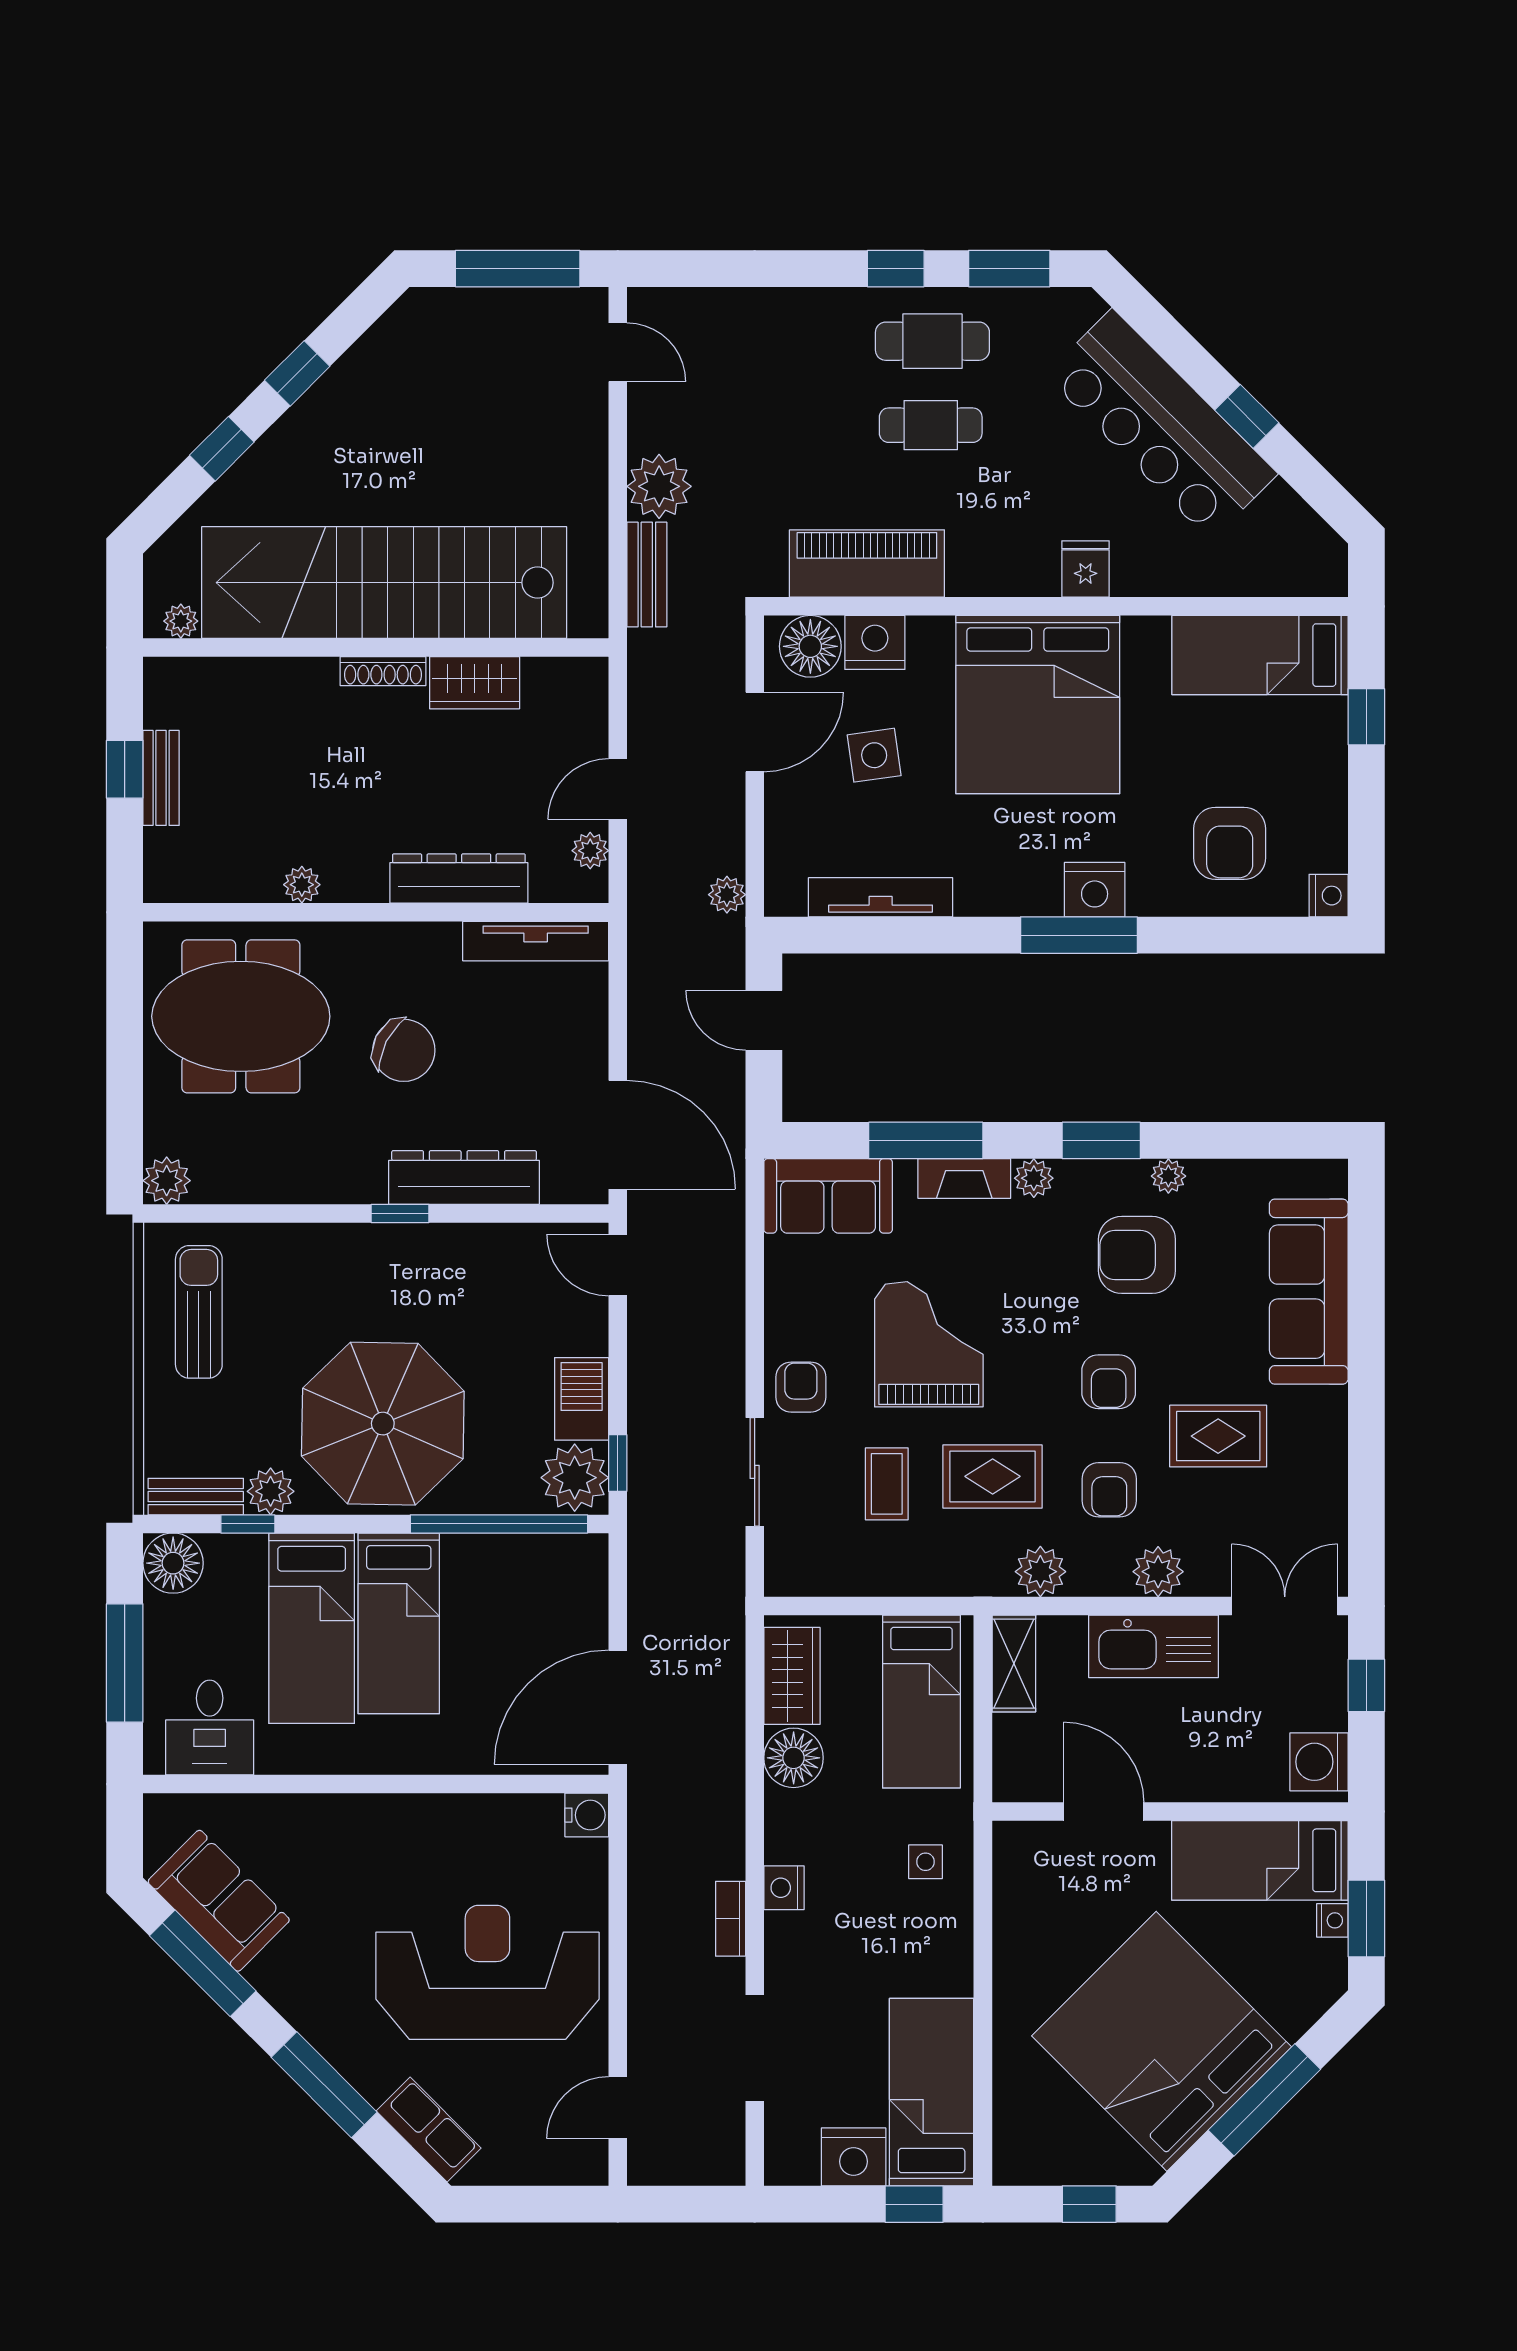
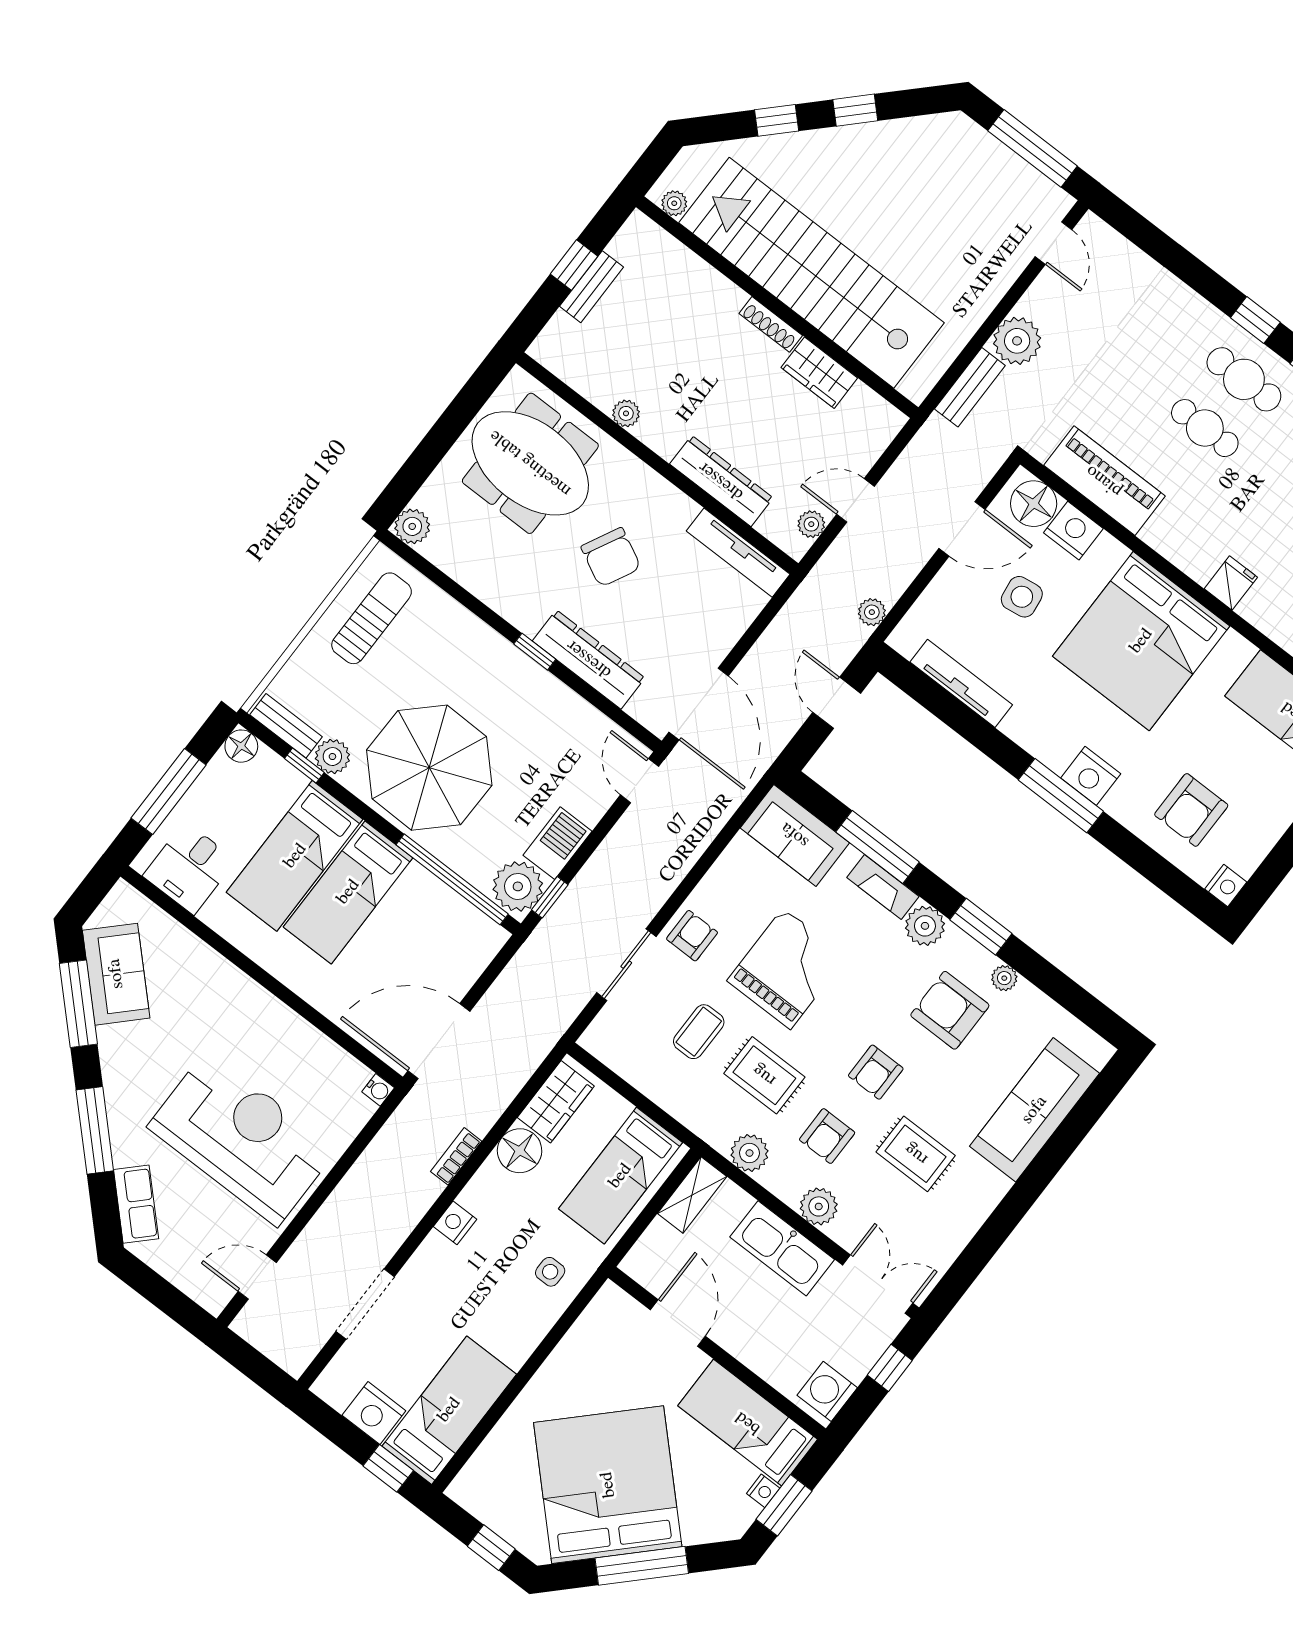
plant: (1034, 1178) -> (925, 926), width x1.38, depth x1.38
floor lamp: (173, 1563) -> (241, 746), width x0.73, depth x0.73
water cooler: (587, 1815) -> (378, 1090), width x0.72, depth x0.72
bookcase: (731, 1919) -> (456, 1156), moved

